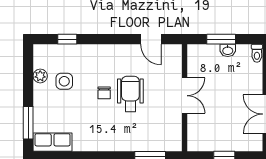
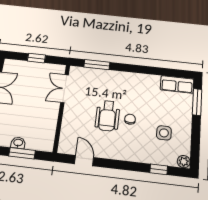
plant: (40, 76) -> (184, 162), moved
double door: (185, 96) -> (65, 89), moved

